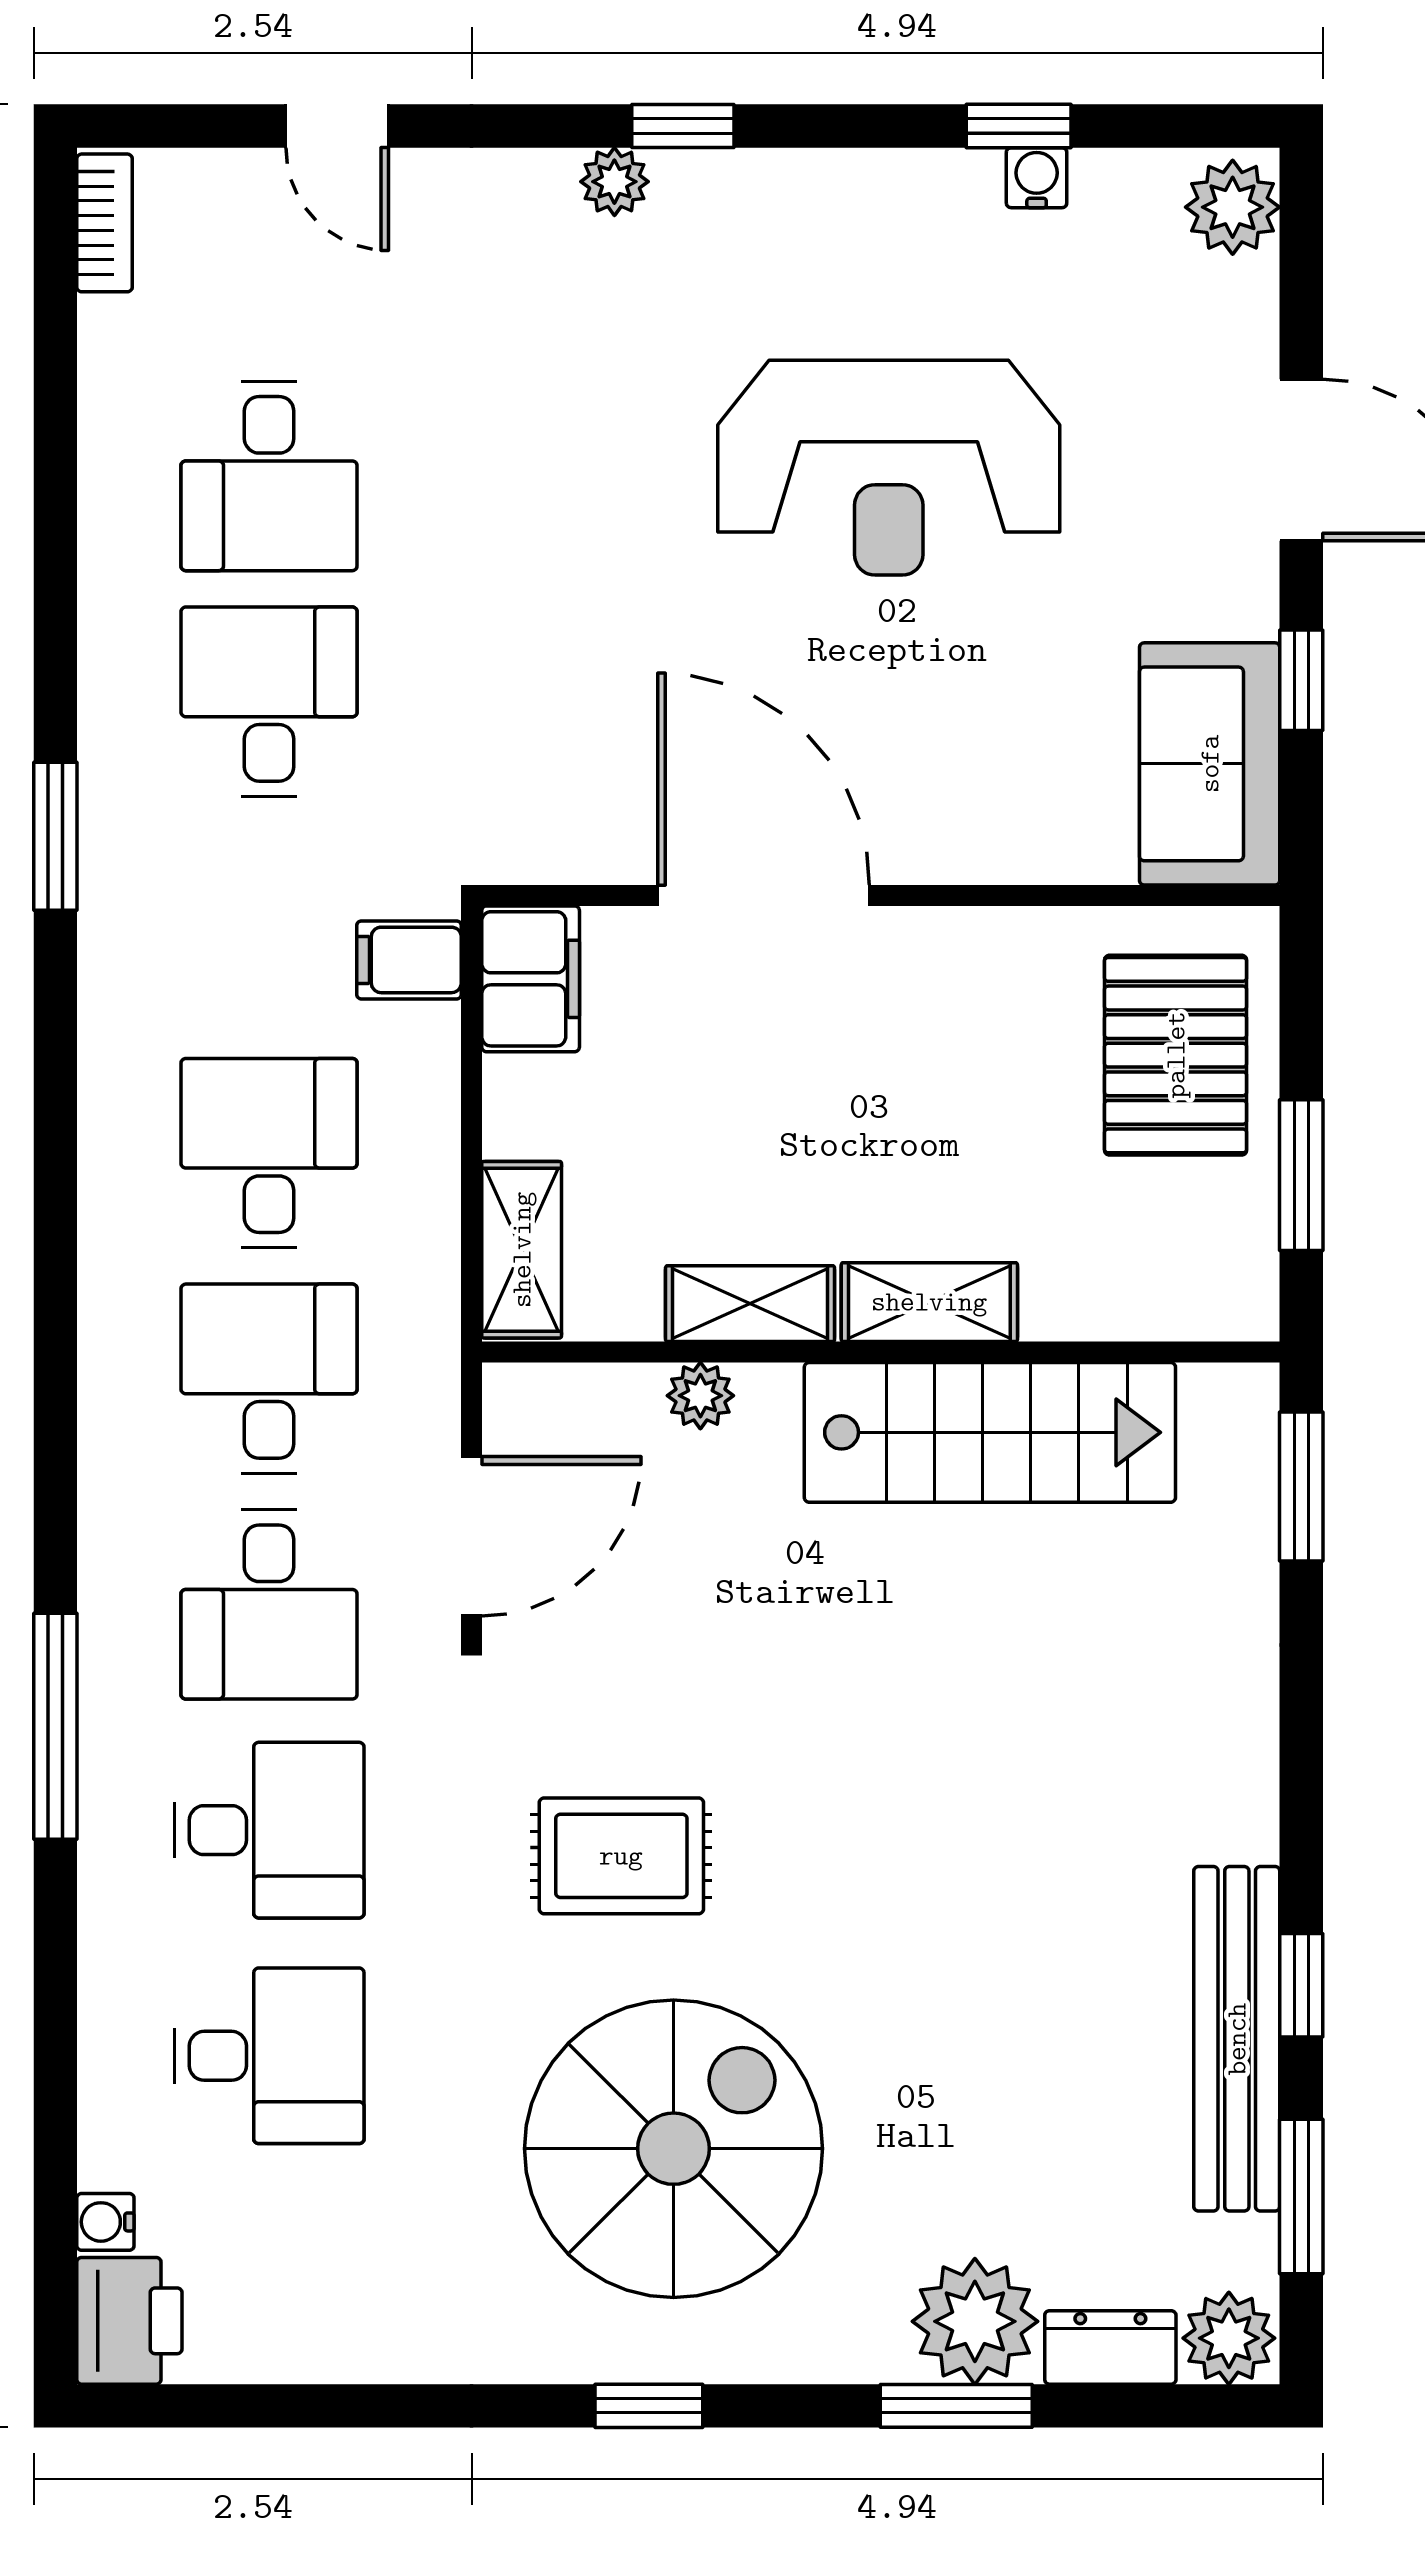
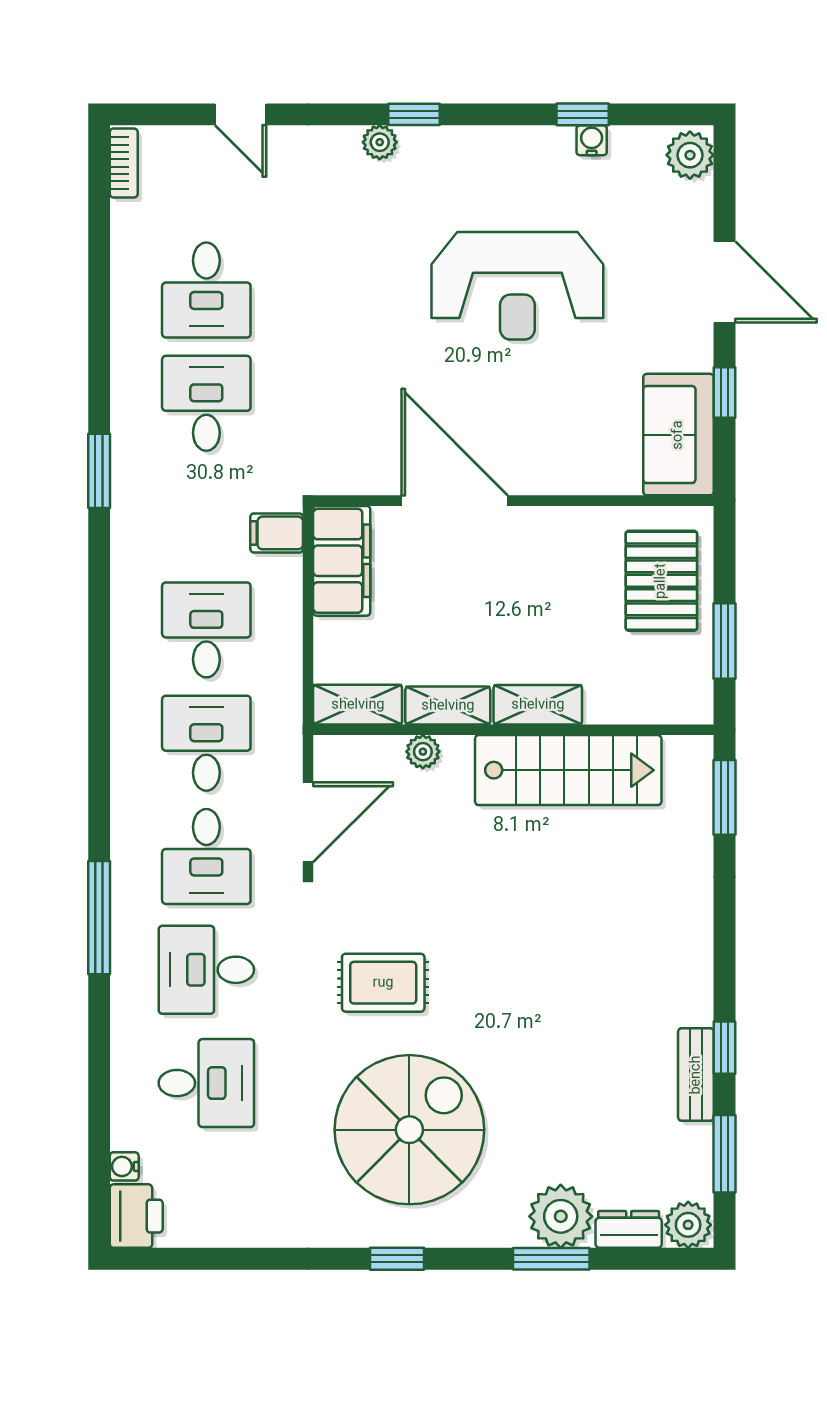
filing cabinet: (531, 979) -> (342, 561), width x1.50, depth x1.17
shelving: (522, 1250) -> (358, 705), moved, turned 90
desk: (269, 1830) -> (206, 970), turned 180
bench: (1237, 2039) -> (696, 1075), width x0.54, depth x0.82

